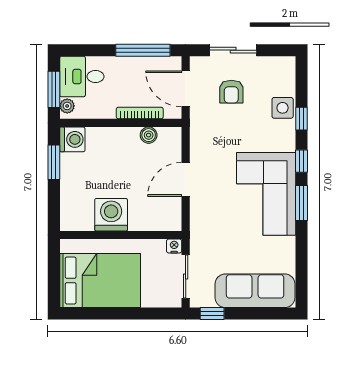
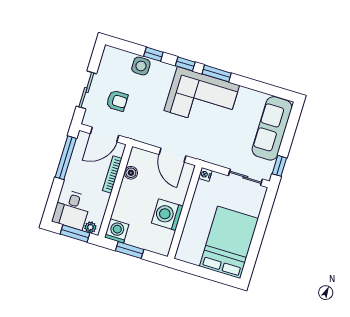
washing machine: (111, 215) -> (167, 215), moved
wall: (121, 235) -> (185, 212), moved
nightstand: (174, 246) -> (205, 174), moved

